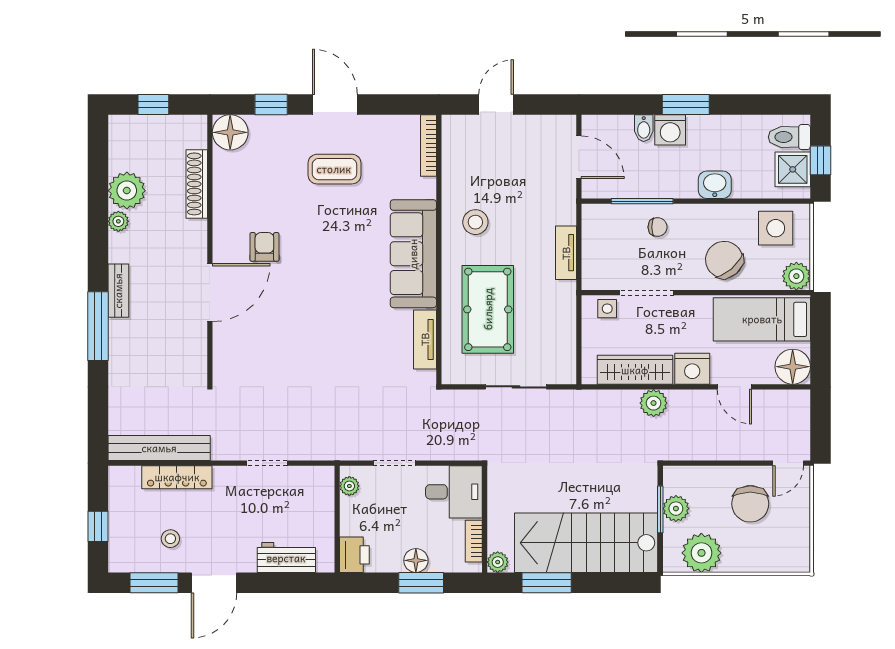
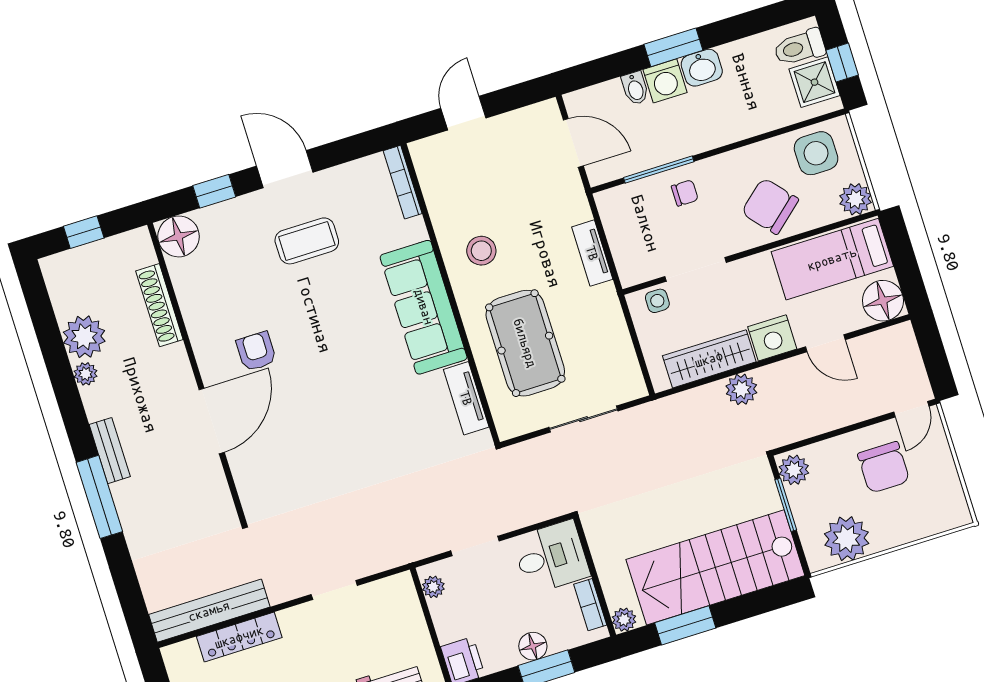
washbasin: (715, 185) -> (702, 68), moved, turned 180
plant: (676, 509) -> (794, 470), moved

